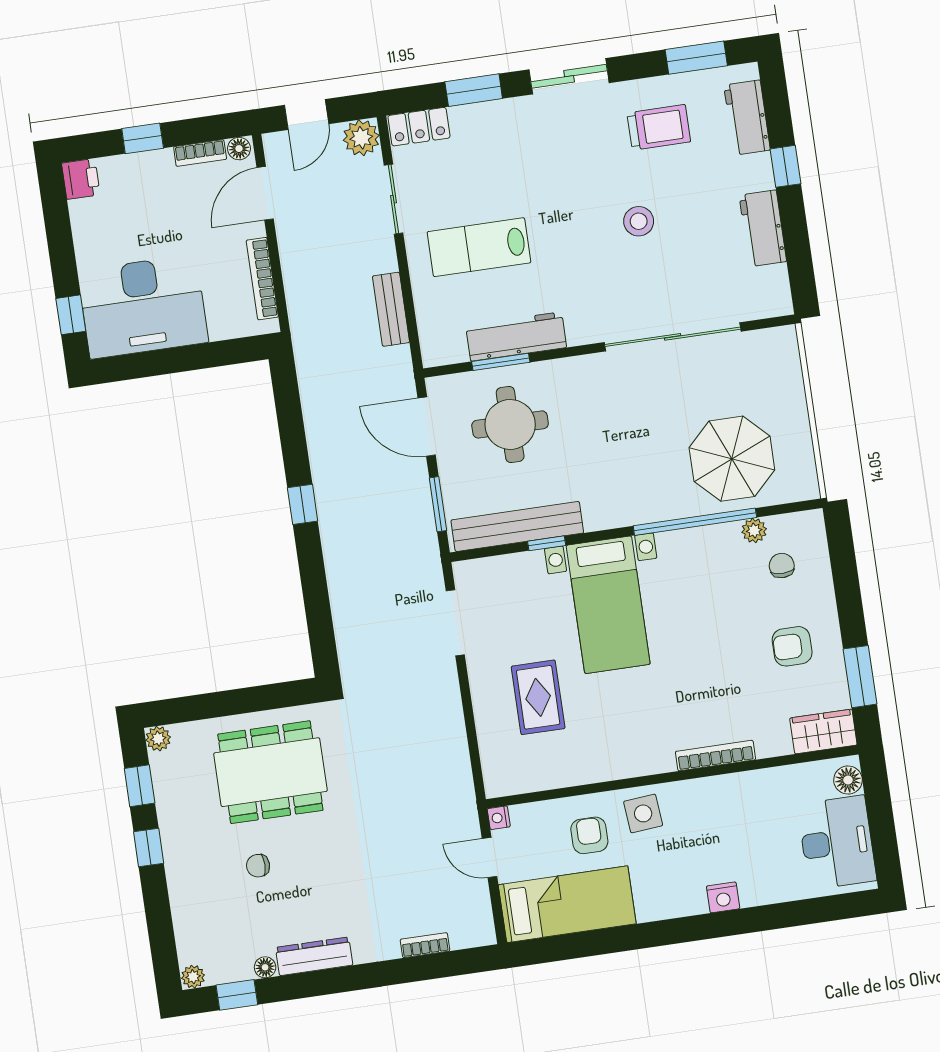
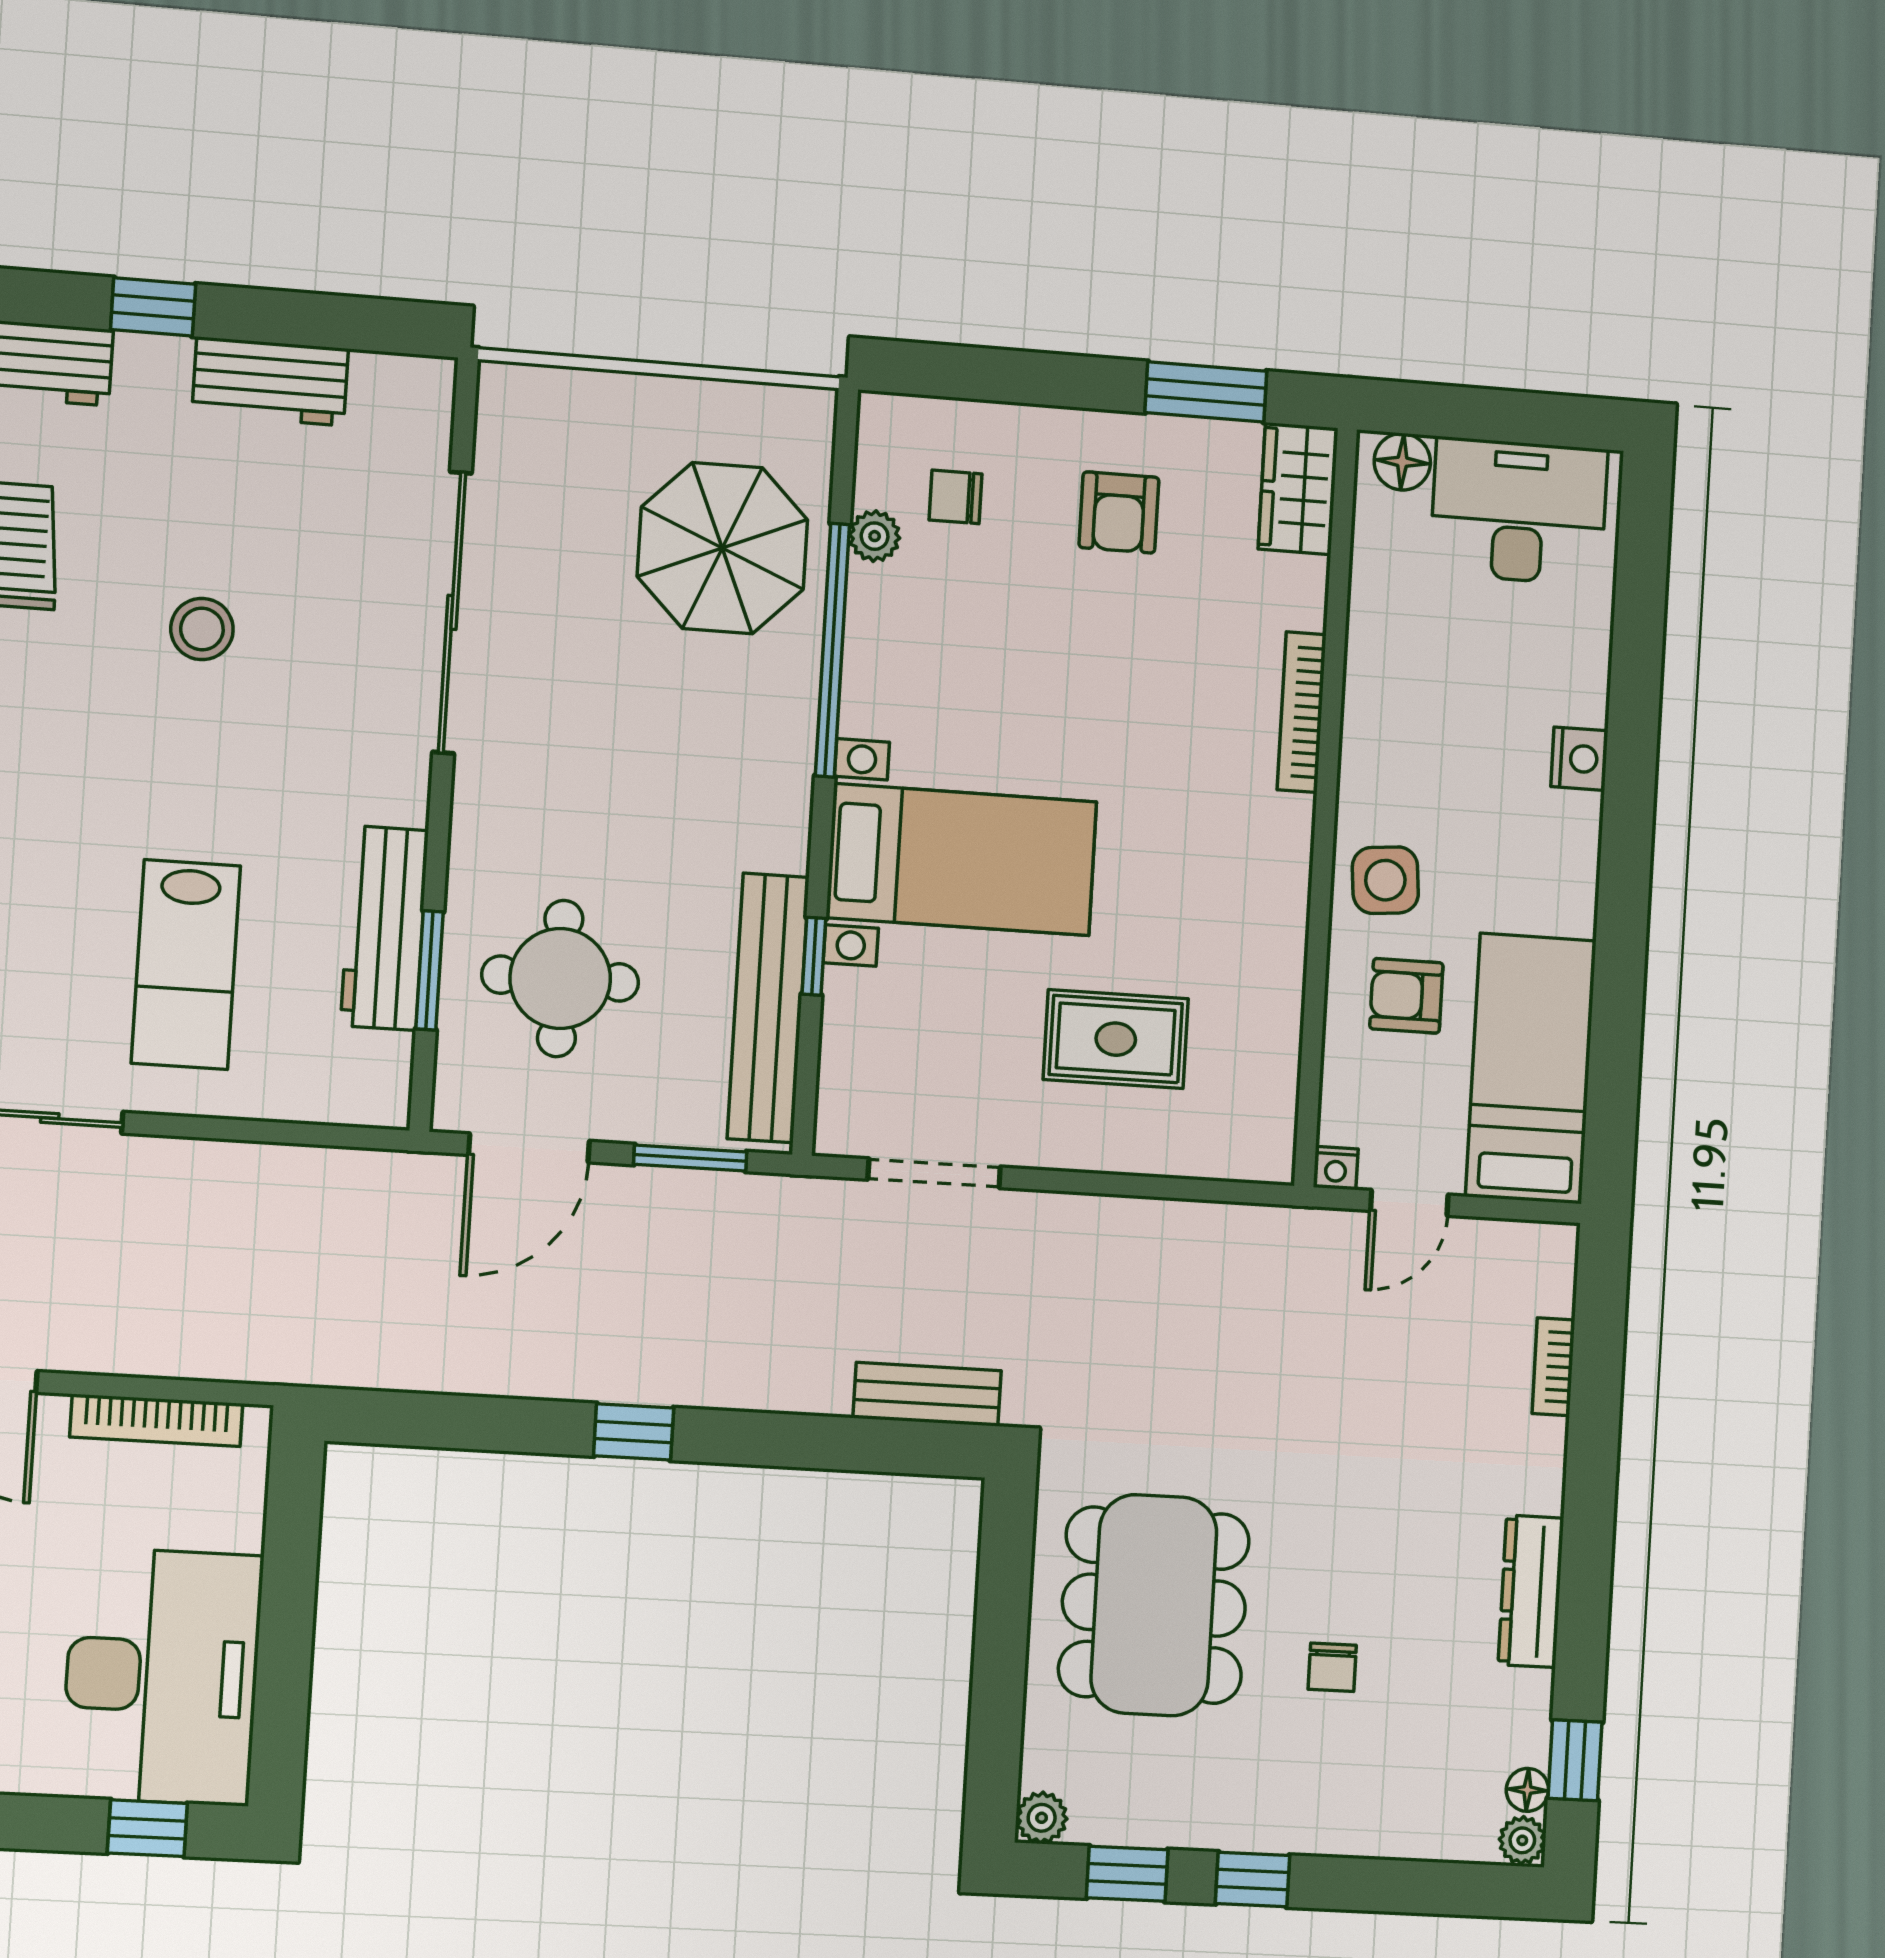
bench: (391, 309) -> (927, 1394), moved
floor lamp: (265, 967) -> (1527, 1790), moved

